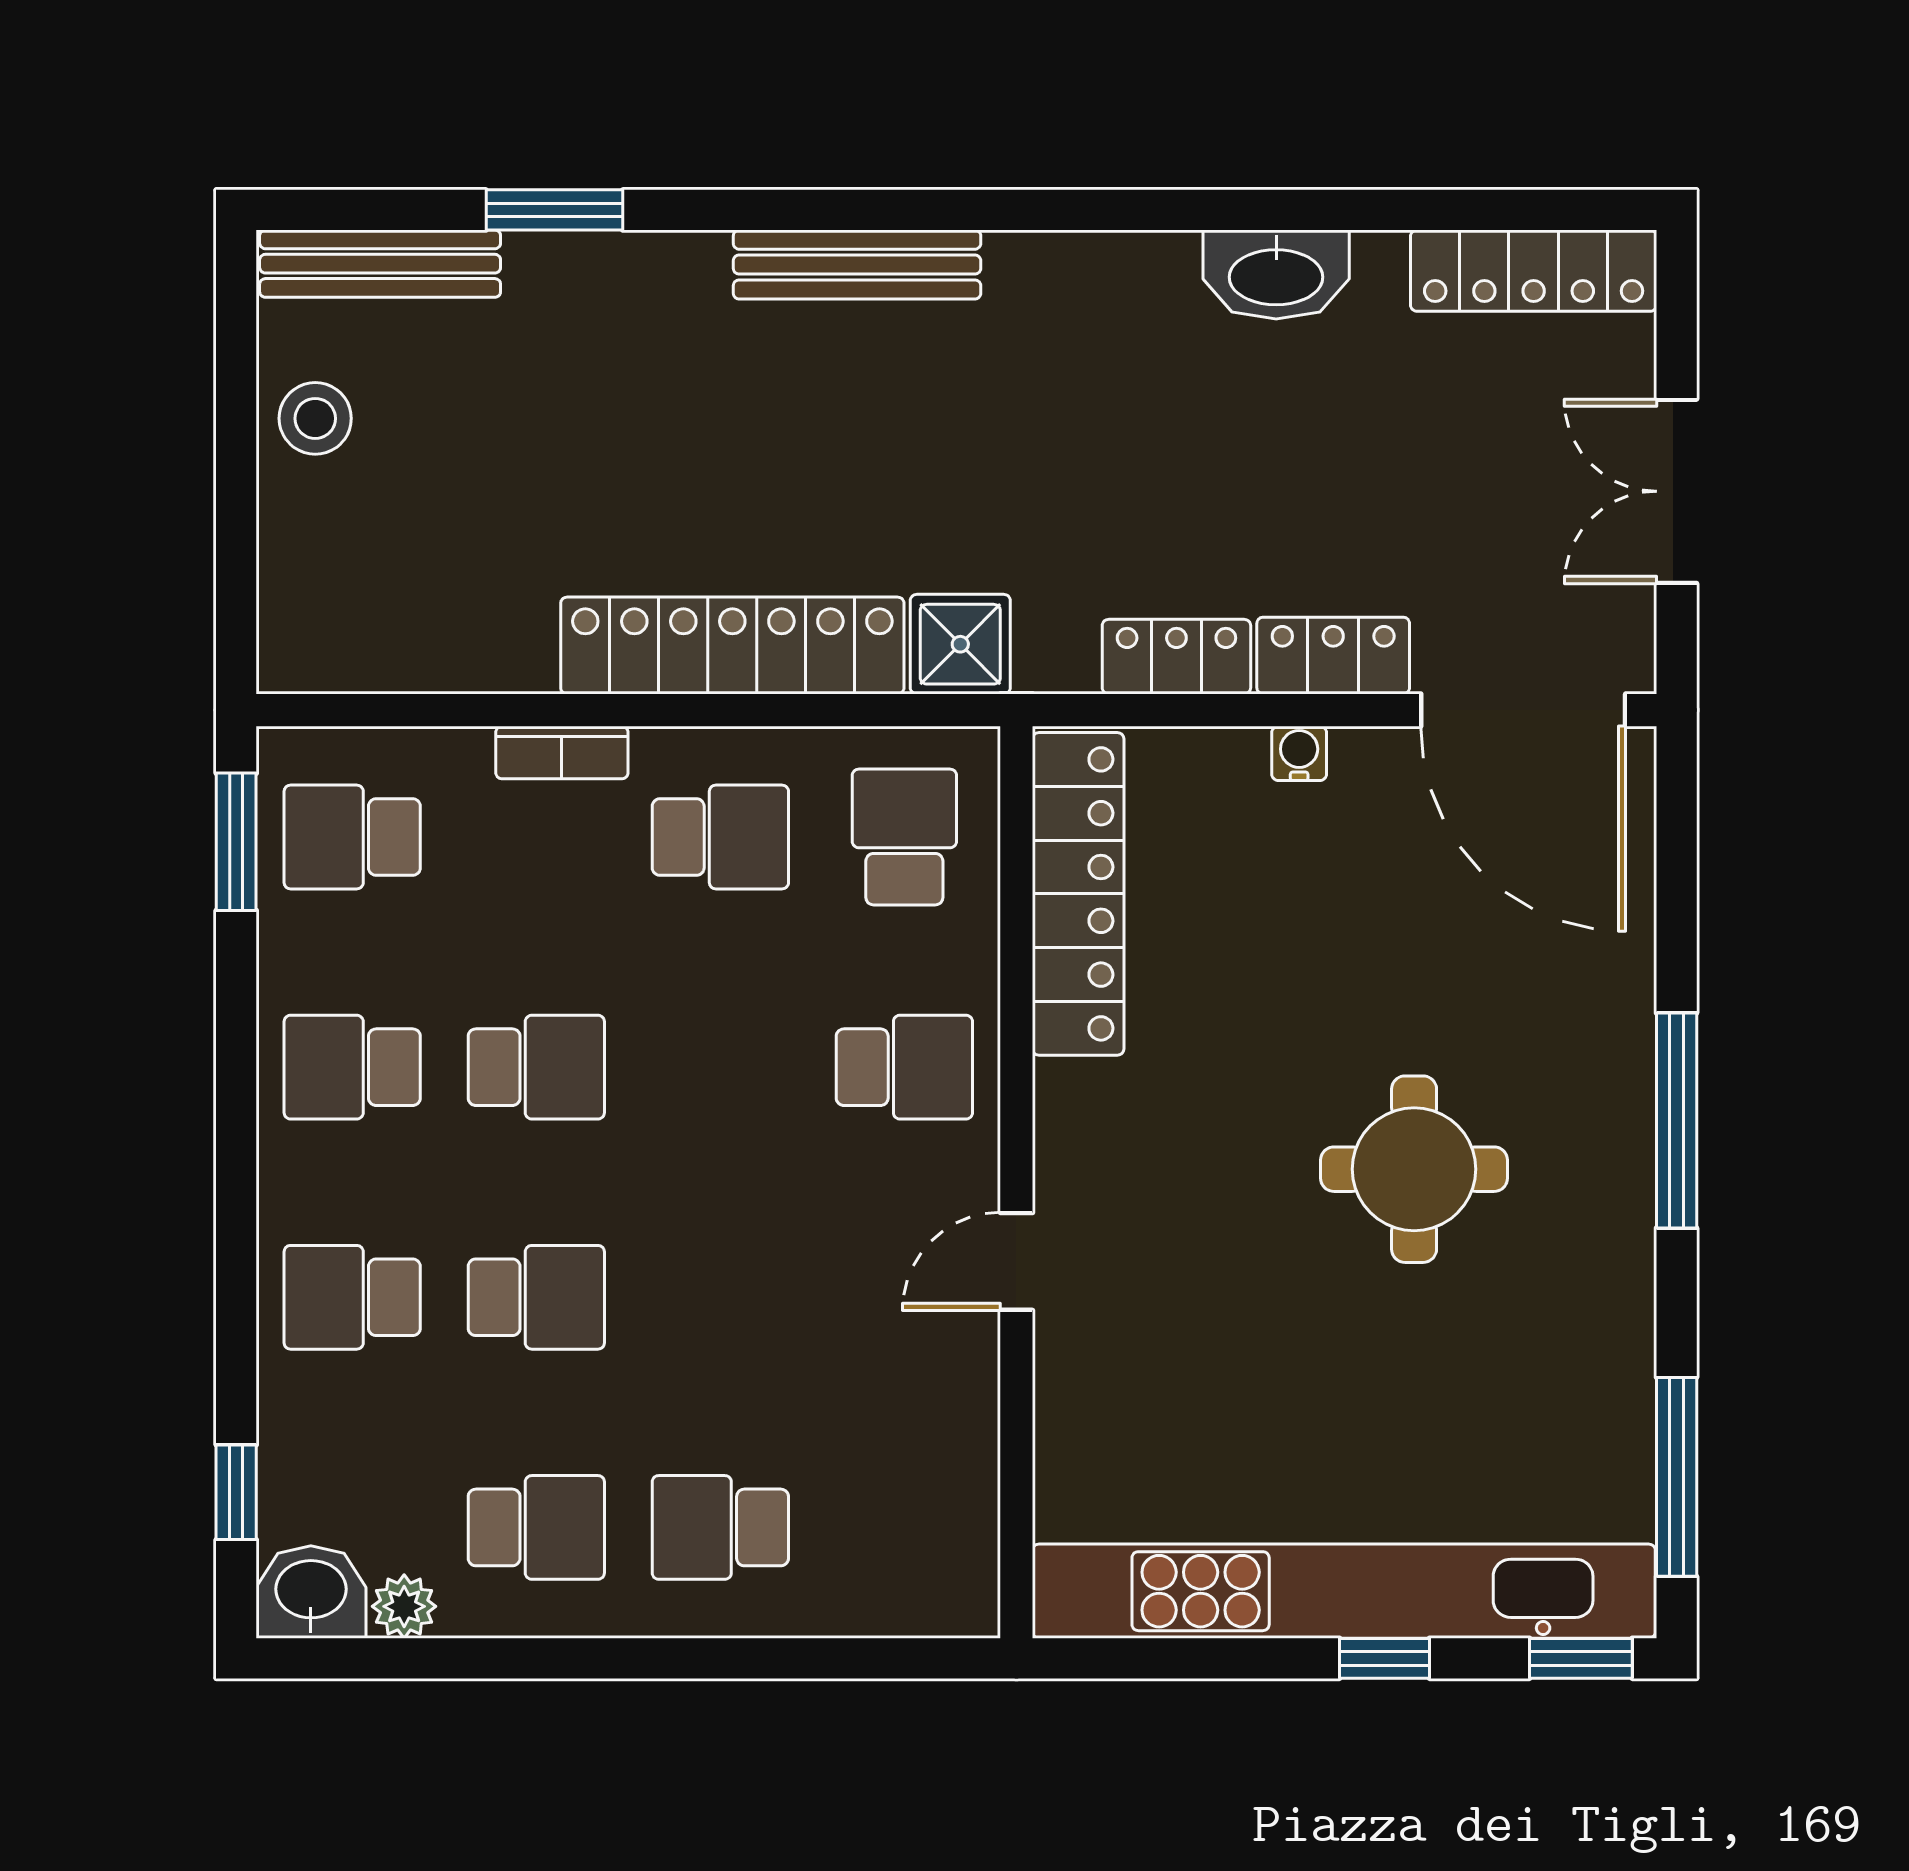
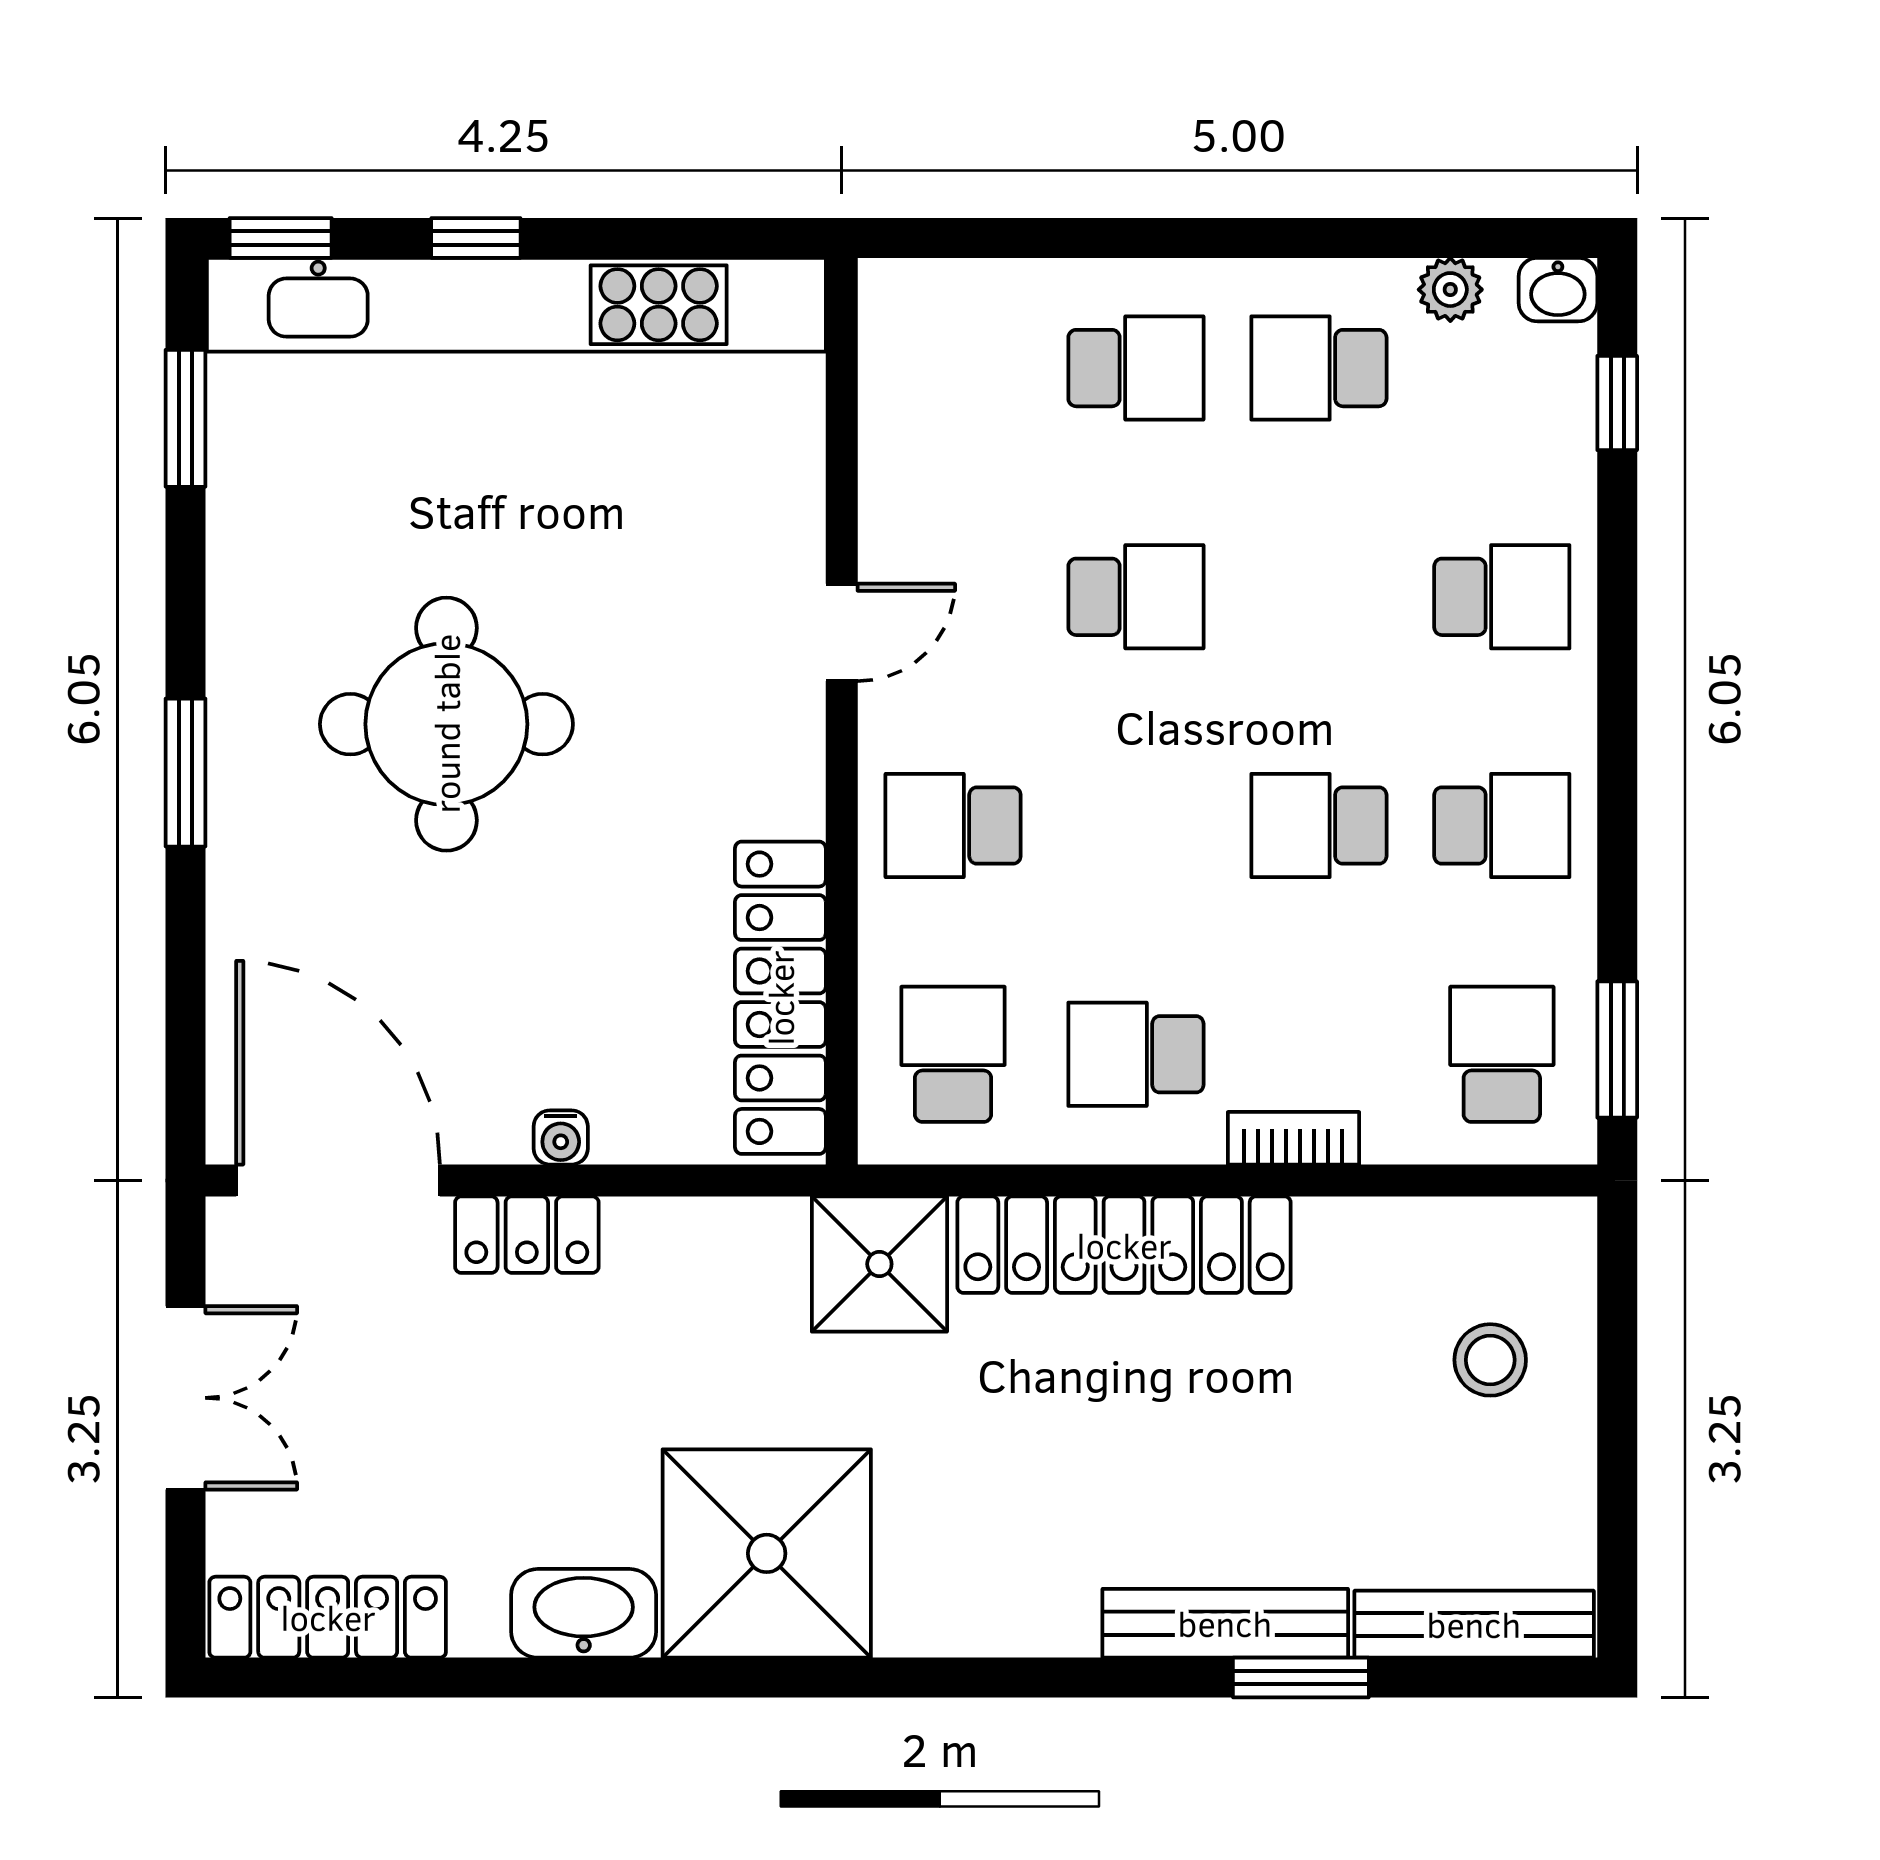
bench: (857, 265) -> (1225, 1623), moved
shower: (1092, 335) -> (767, 1553), added
stool: (315, 418) -> (1490, 1360), moved
shower: (960, 644) -> (879, 1264), width x1.36, depth x1.36
locker: (1176, 657) -> (683, 1234), removed
school desk: (352, 837) -> (1502, 1054), turned -90
school desk: (904, 837) -> (953, 1054), turned 180
window: (1677, 1120) -> (185, 773), width x0.69
round table: (1414, 1169) -> (446, 724), width x1.36, depth x1.36
school desk: (536, 1297) -> (1136, 597), moved, turned 180
window: (1677, 1477) -> (185, 418), width x0.69
washbasin: (311, 1592) -> (1558, 290), width x0.72, depth x0.69

